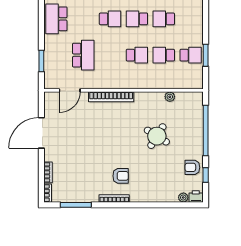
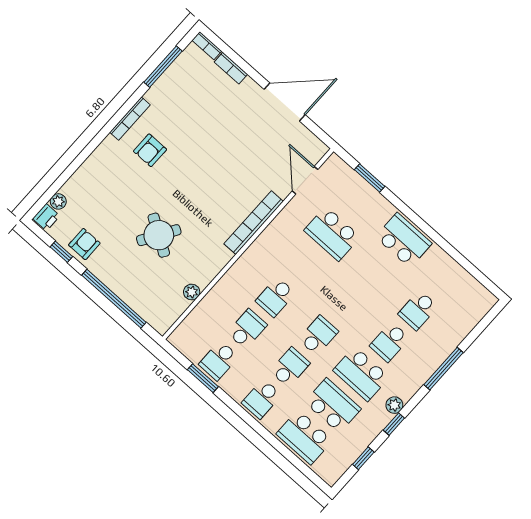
school desk: (110, 19) -> (262, 399), moved
door: (41, 133) -> (285, 102), hinge flipped

